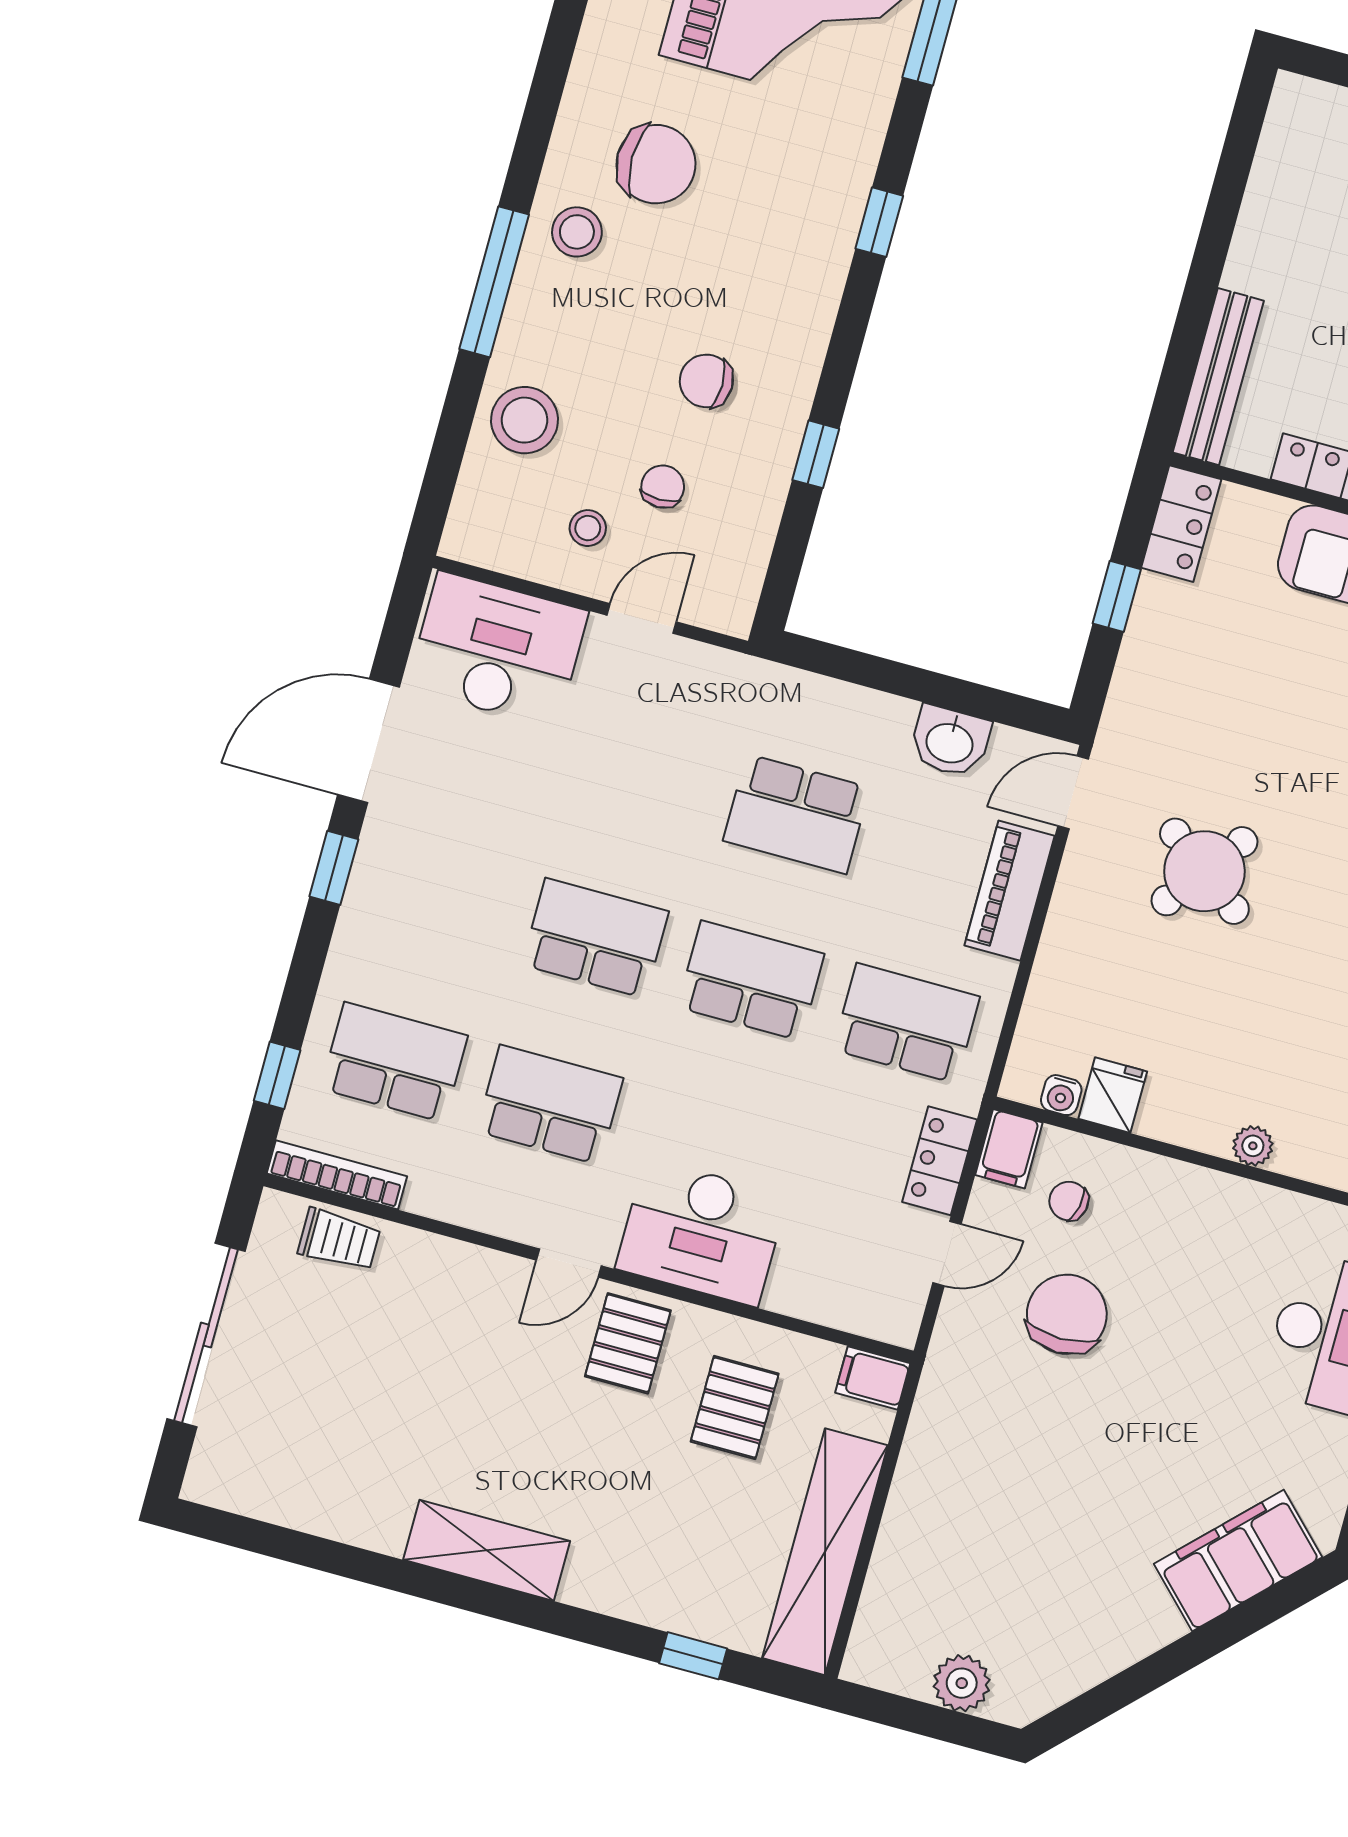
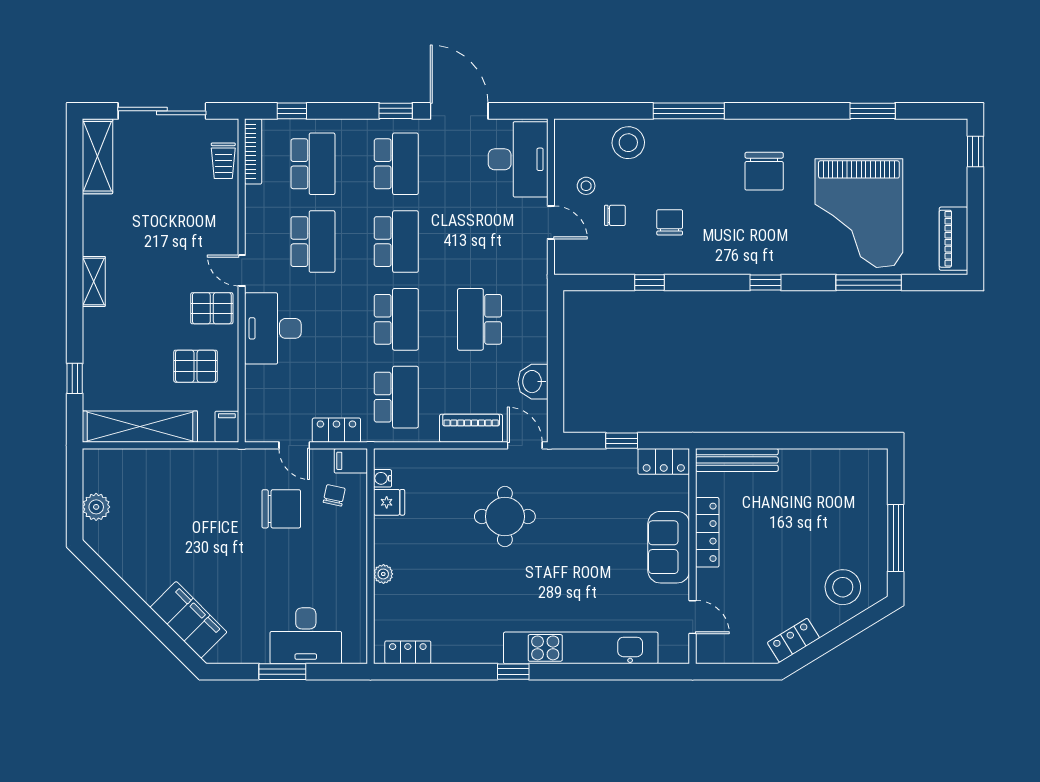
stool: (577, 232) -> (723, 143), removed
round table: (1204, 871) -> (505, 517), turned -37
school desk: (440, 896) -> (396, 164), added
shelving: (261, 1489) -> (97, 156), added
shelving: (487, 1550) -> (94, 281), width x0.67, depth x0.75

